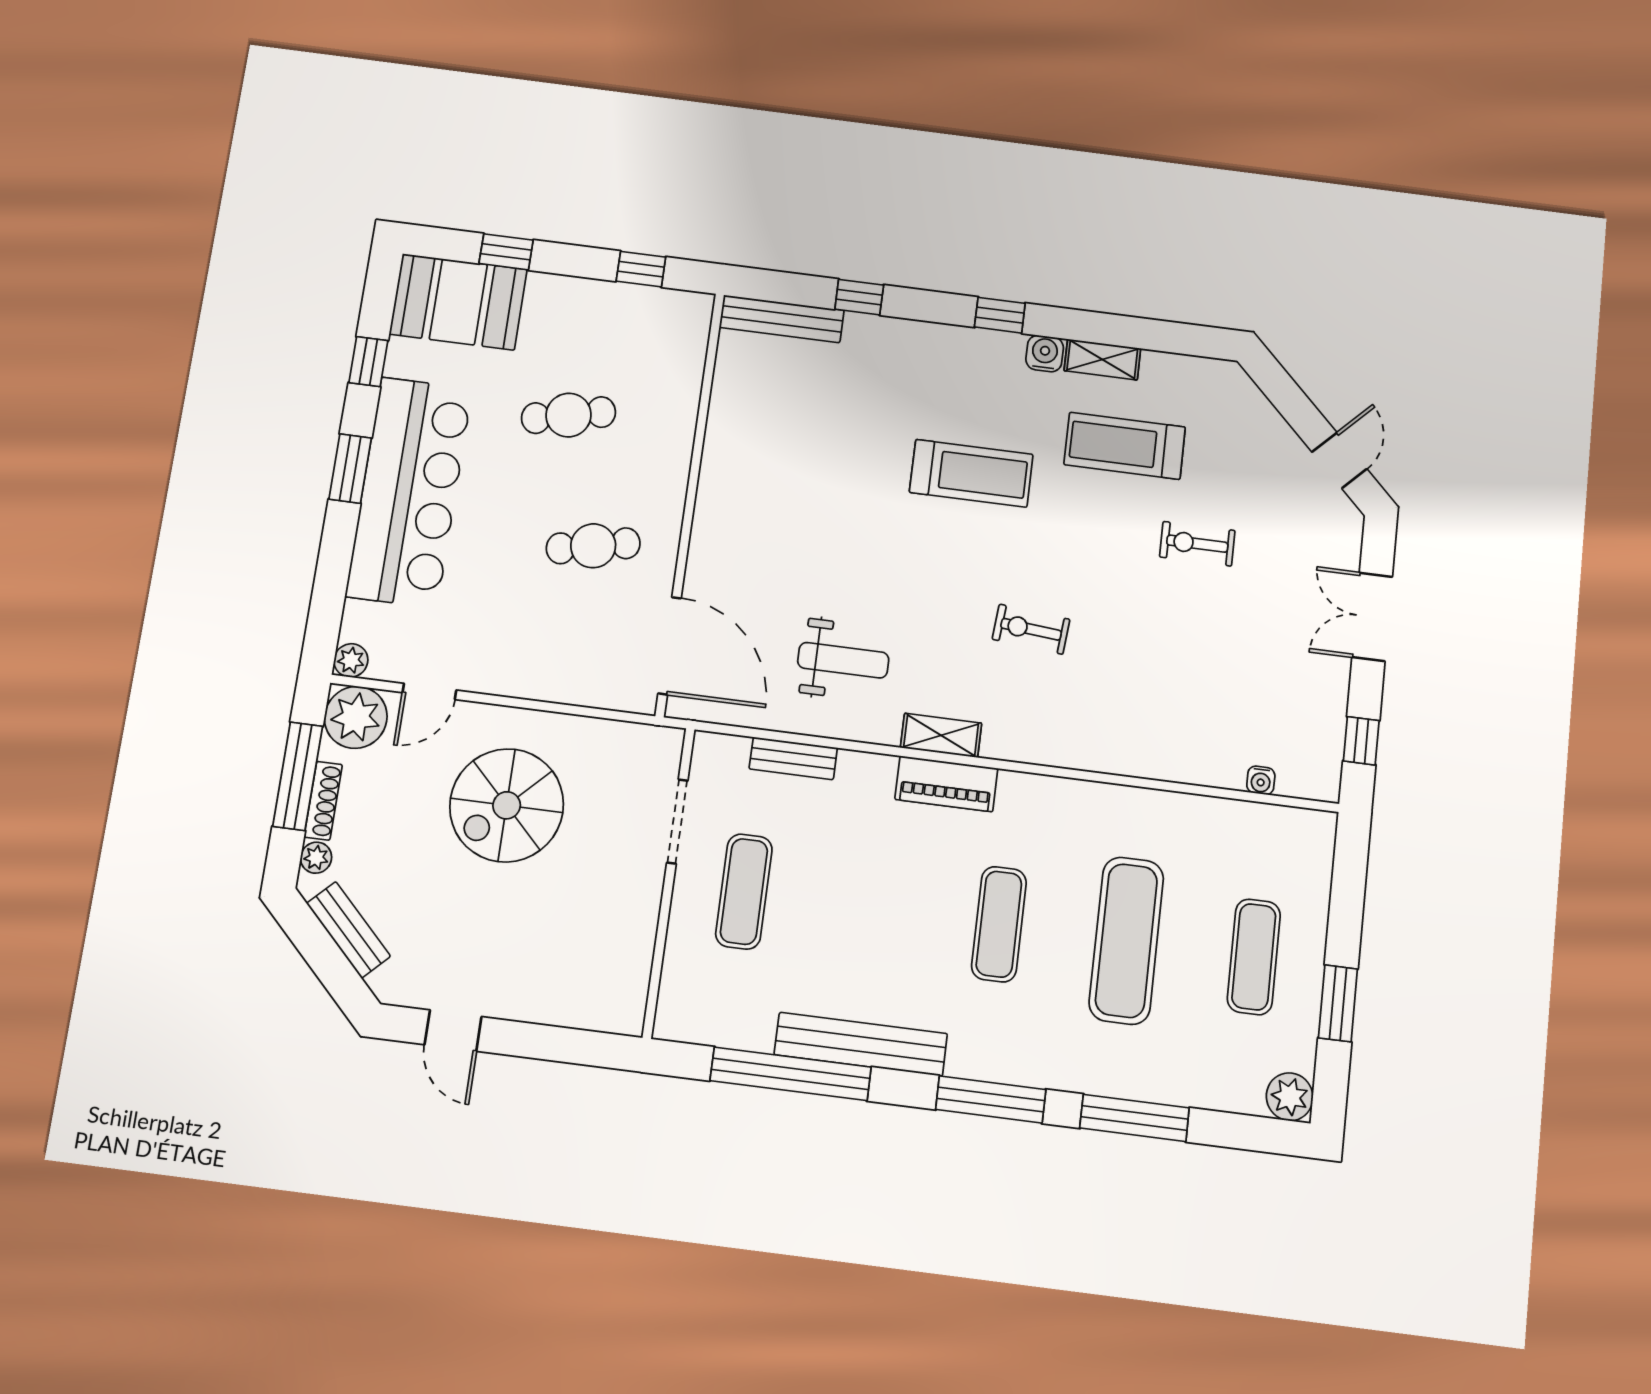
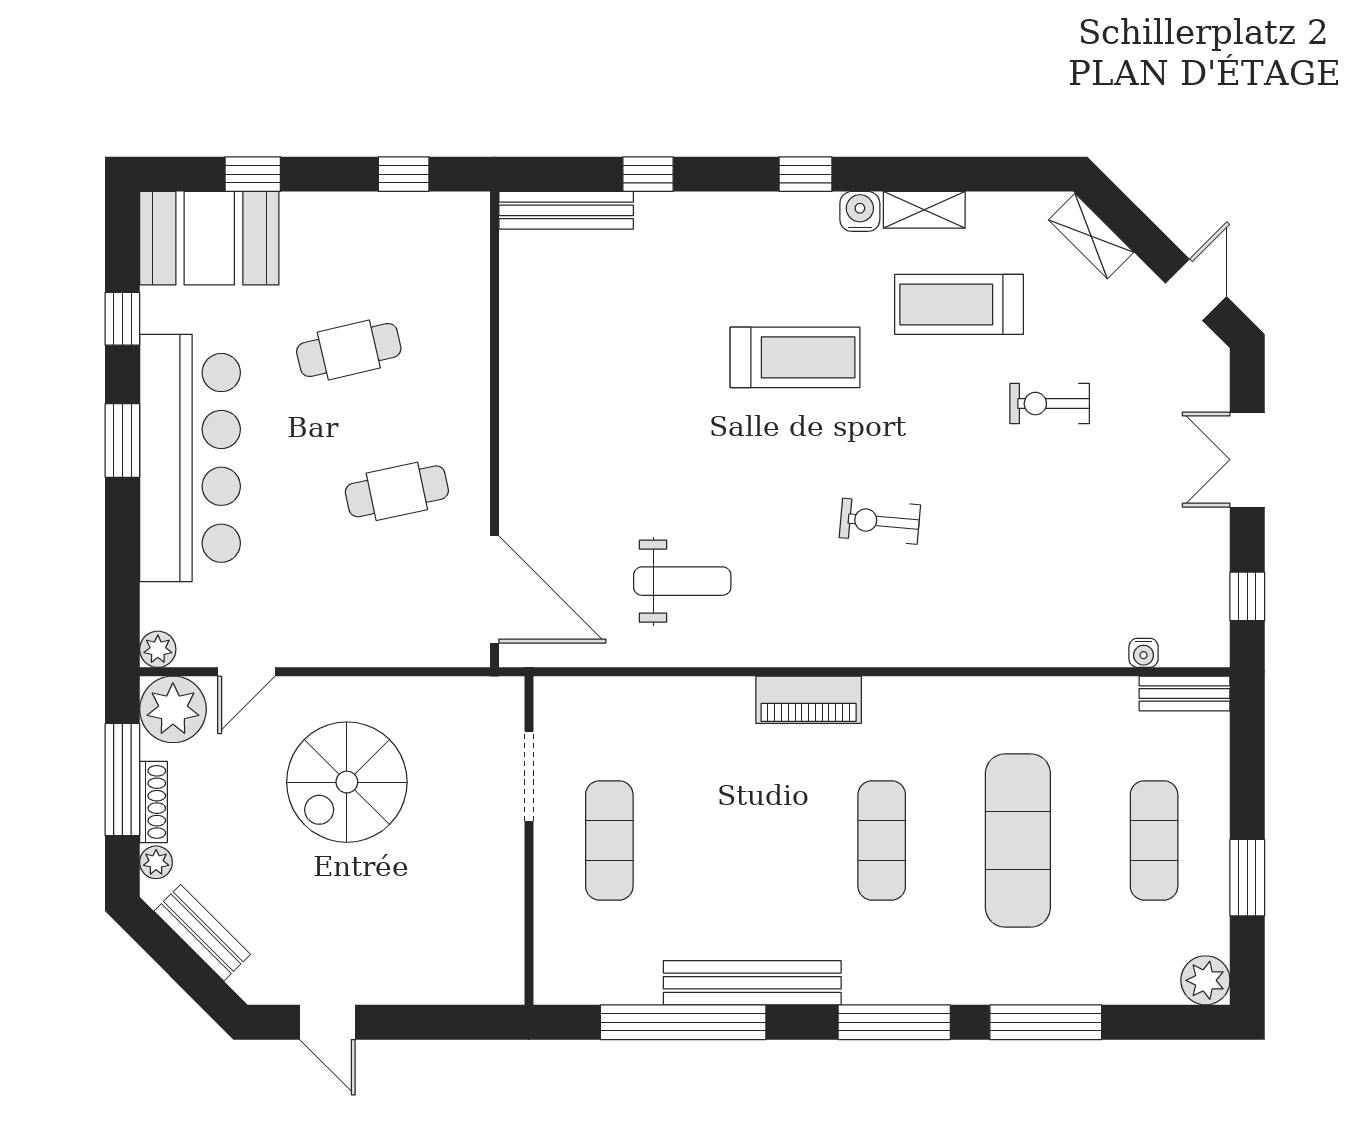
shelving: (941, 735) -> (1091, 236), moved, turned 45
bench: (793, 758) -> (1185, 693), moved

